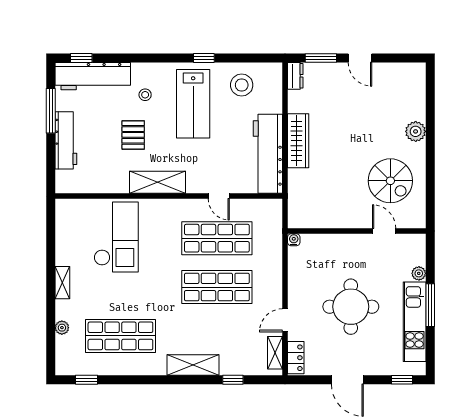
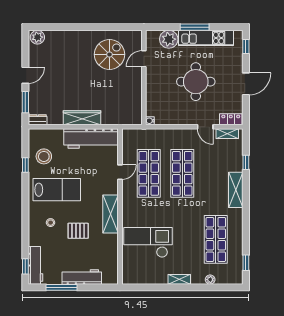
window: (204, 58) -> (25, 165), moved
workbench: (93, 76) -> (35, 265), width x0.73, depth x0.76
plant: (416, 131) -> (37, 37), moved
plant: (419, 273) -> (169, 39), width x1.87, depth x1.87

